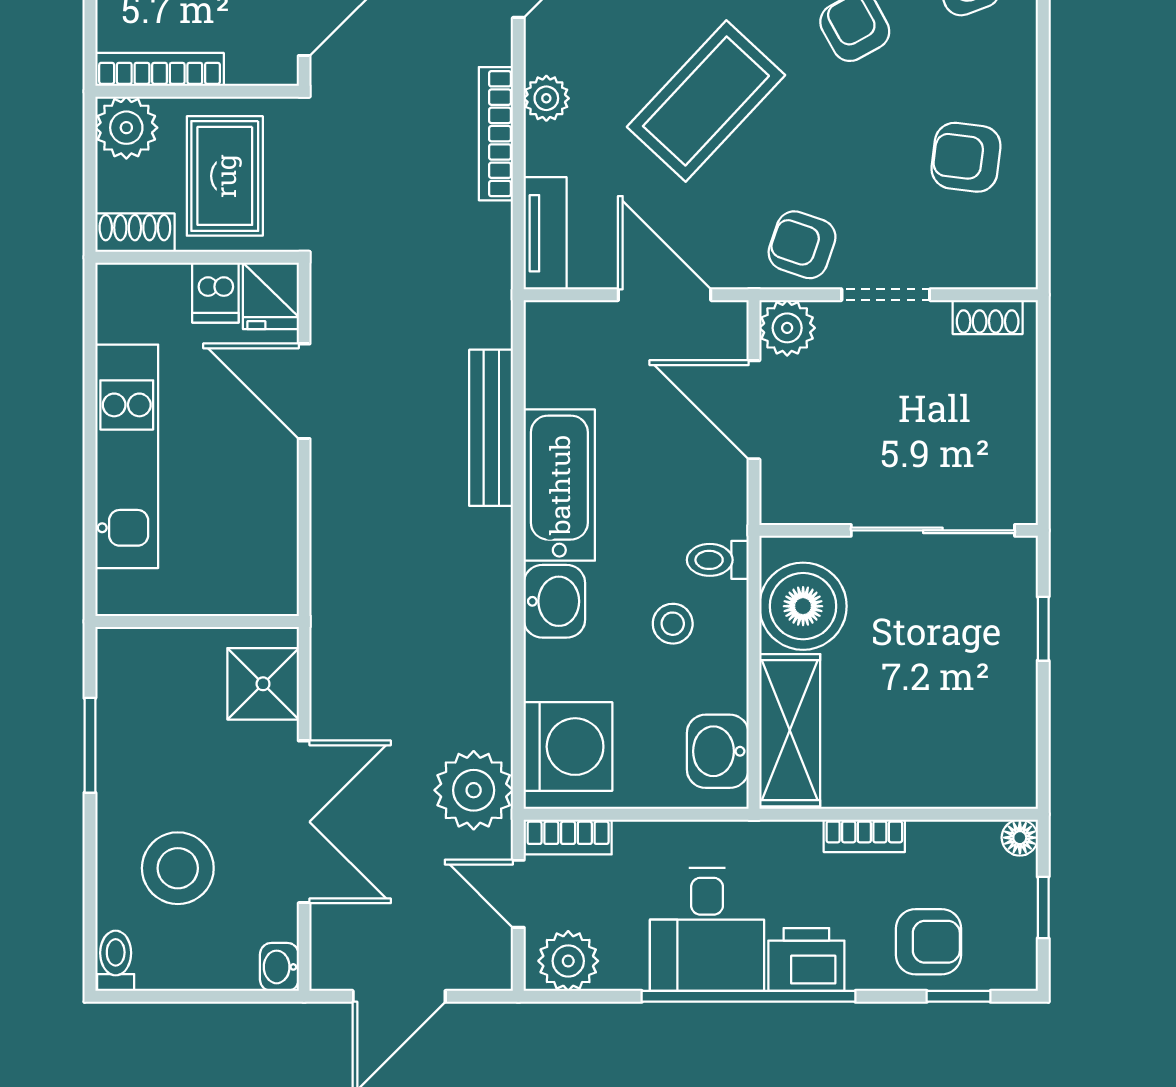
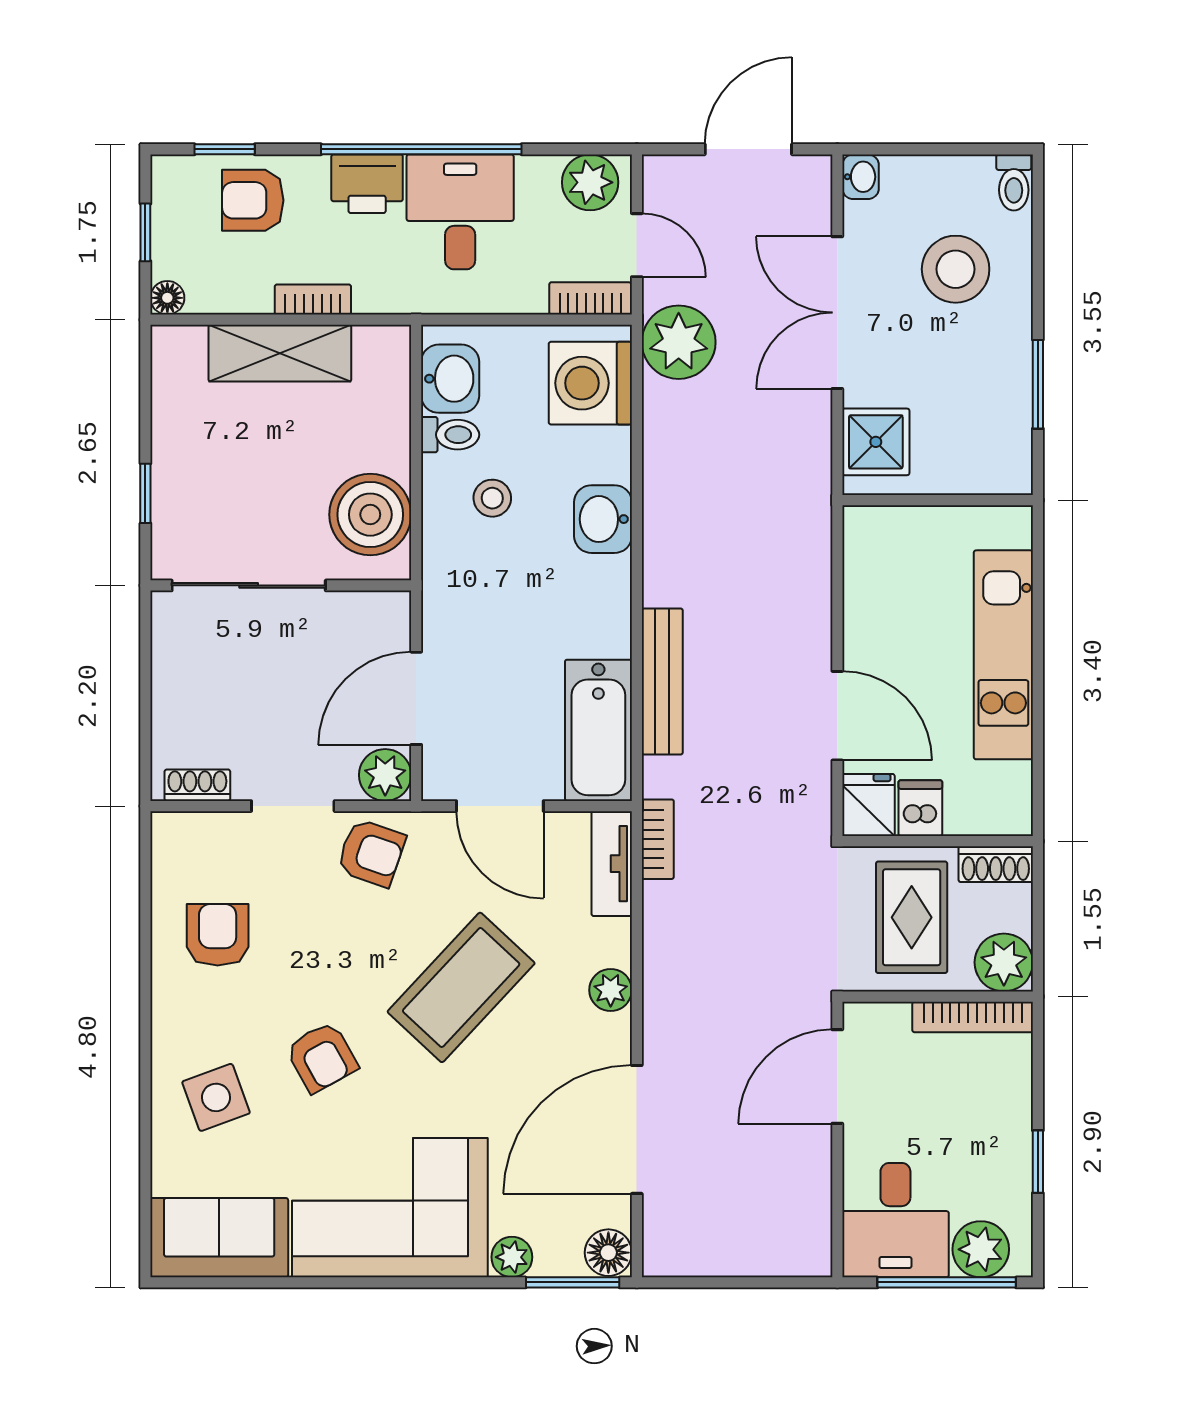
bookcase: (496, 134) -> (658, 839), moved, width x0.64
armchair: (966, 157) -> (218, 935), turned -97
door: (754, 410) -> (416, 698), swing flipped
bathtub: (559, 485) -> (598, 730), moved
toilet: (718, 560) -> (450, 435), moved
shelving: (790, 730) -> (280, 353), moved, turned 90

